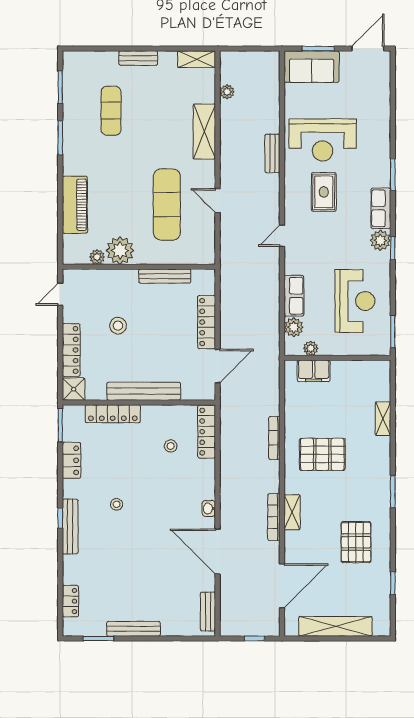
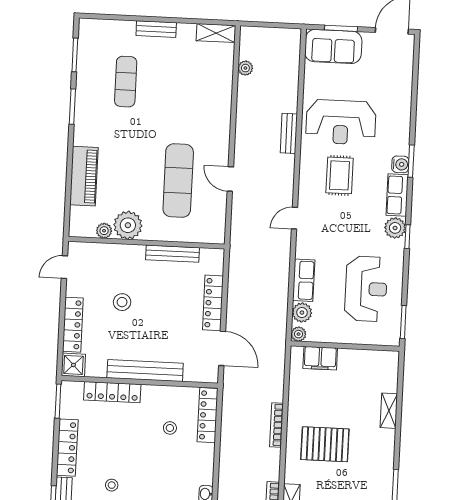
shelving: (204, 132) -> (220, 108), removed
water cooler: (382, 178) -> (400, 164), added
plant: (311, 348) -> (299, 334), moved
door: (218, 366) -> (222, 348), hinge flipped
locker: (72, 460) -> (67, 448), width x1.53

